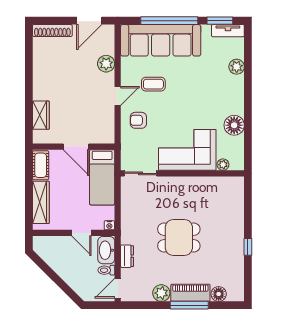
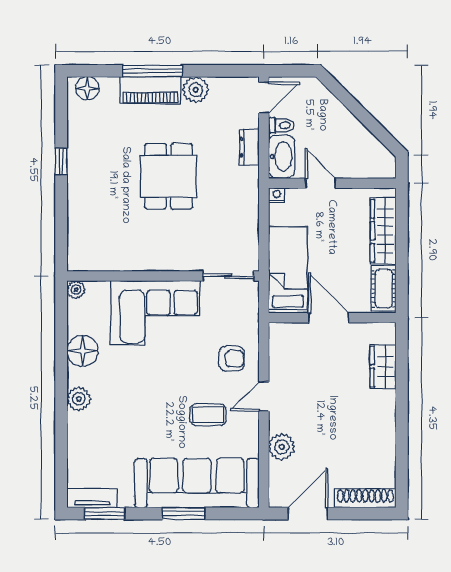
window: (169, 21) -> (183, 514), width x0.47
plant: (237, 67) -> (79, 399), moved
plant: (223, 165) -> (76, 290), moved
dining table: (179, 237) -> (169, 176), turned 90
floor lamp: (219, 294) -> (87, 88), moved

